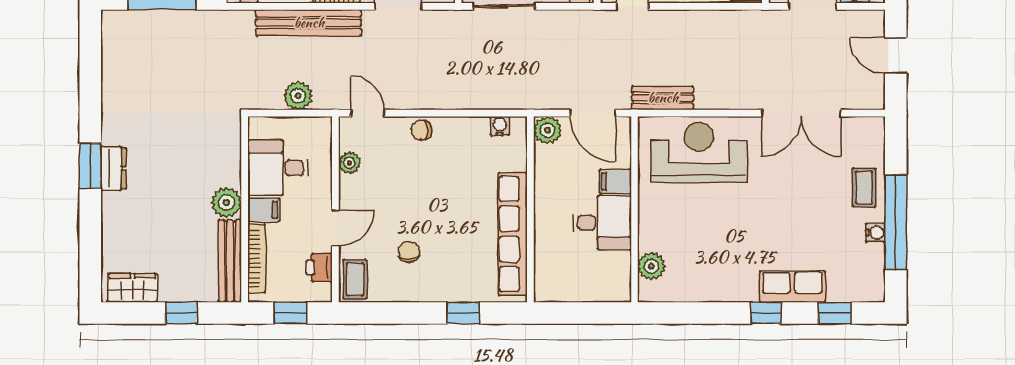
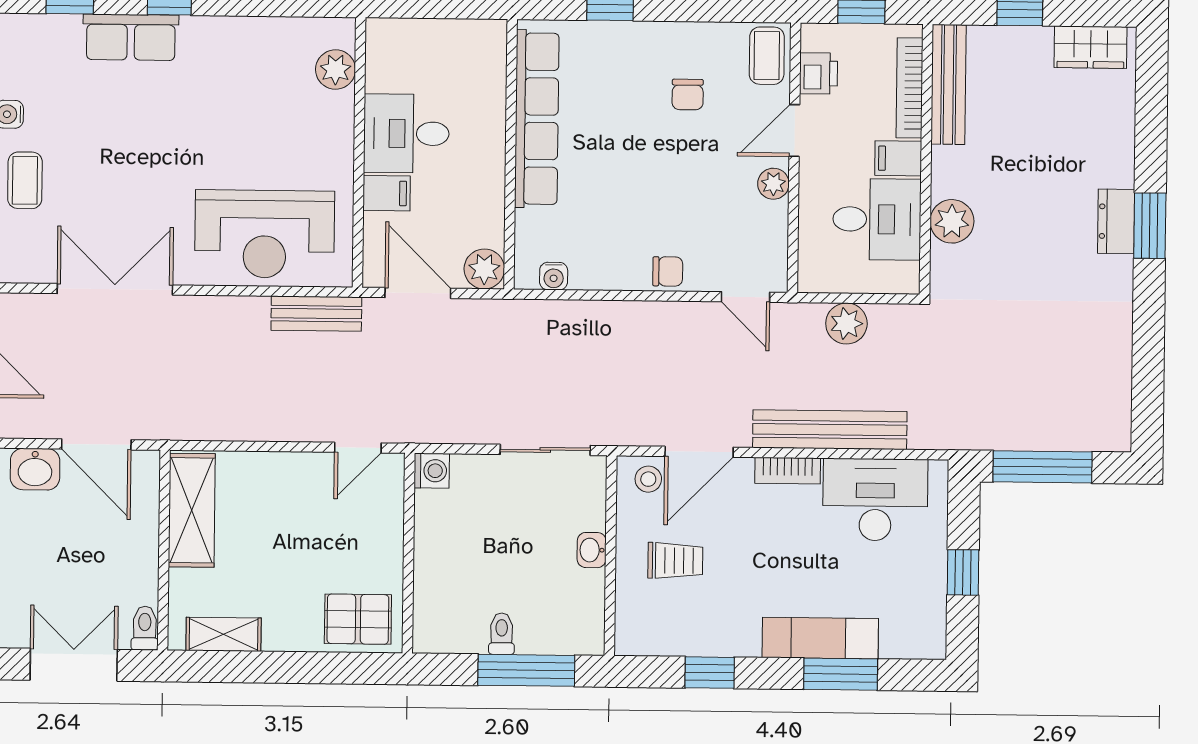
plant: (349, 163) -> (773, 184), moved
plant: (226, 203) -> (952, 221), moved

